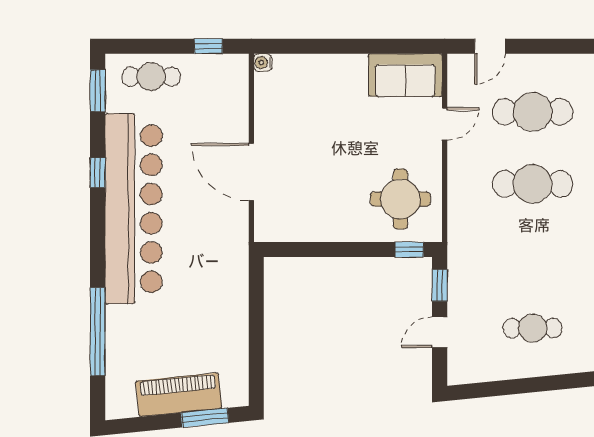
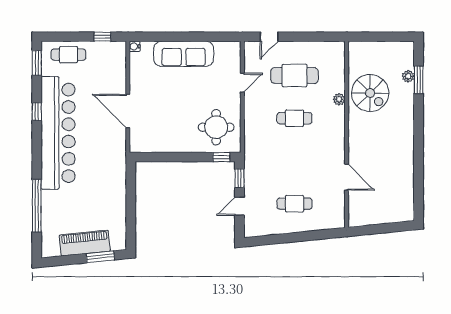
sofa: (405, 75) -> (184, 54), moved, width x1.36
cafe table: (533, 184) -> (294, 118), width x0.73, depth x0.74

